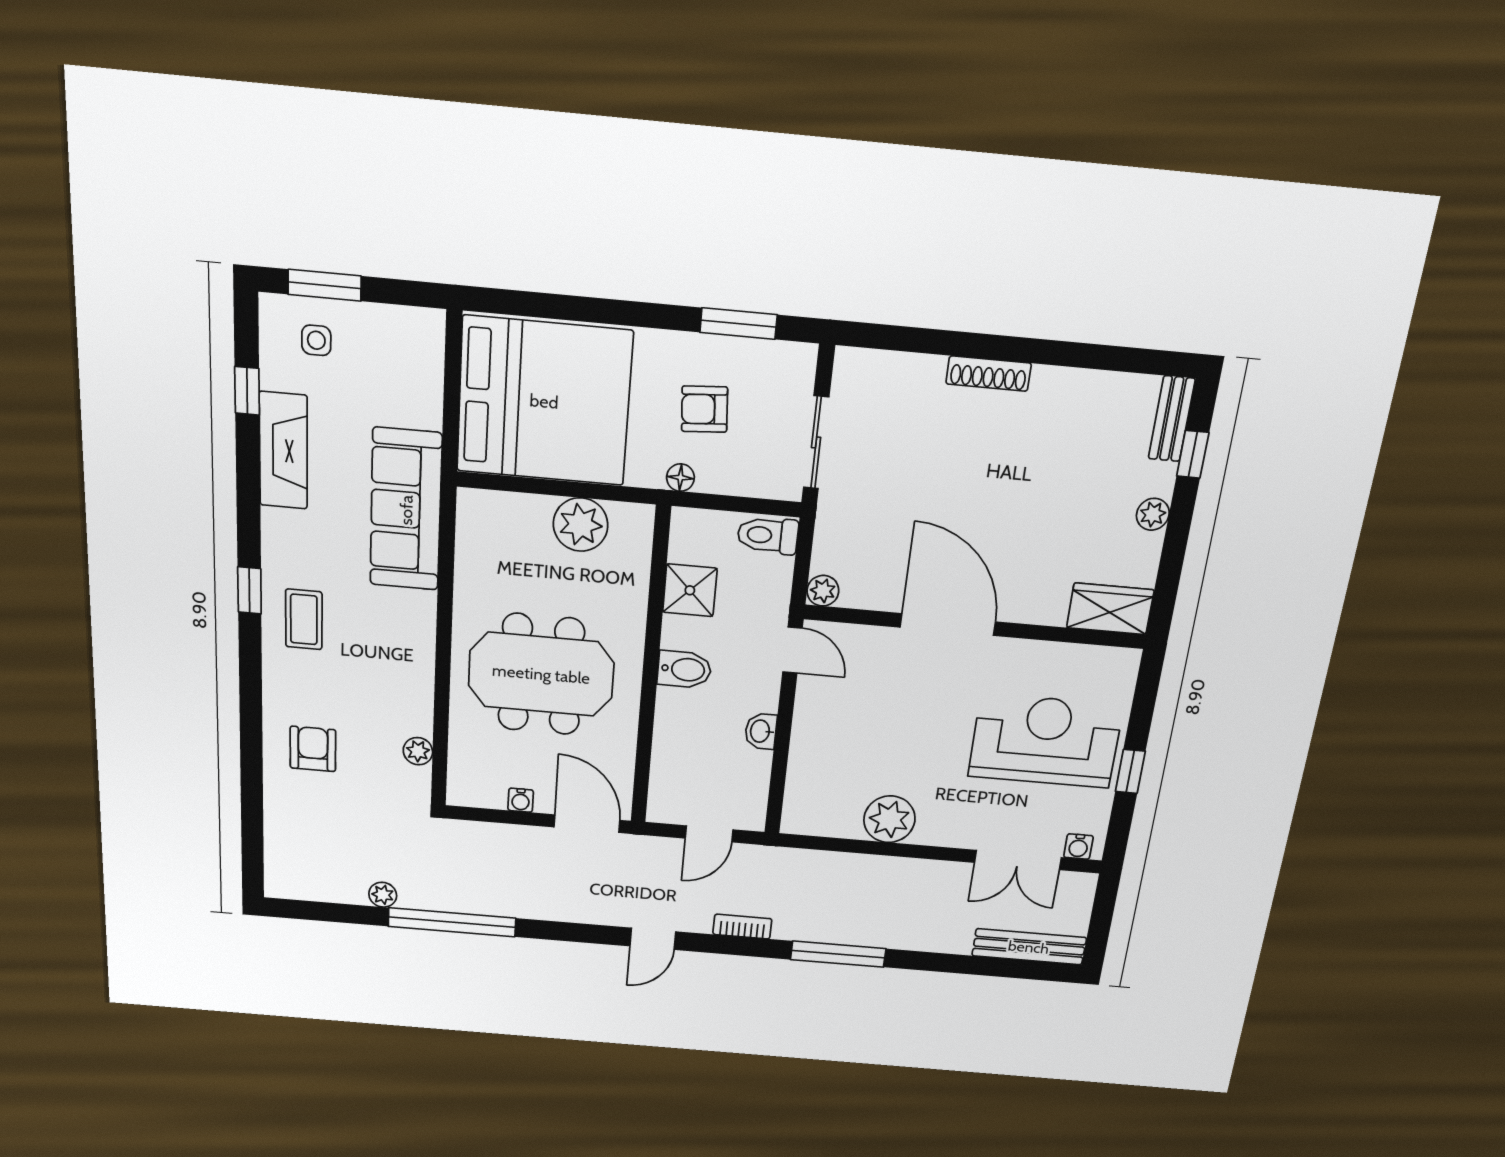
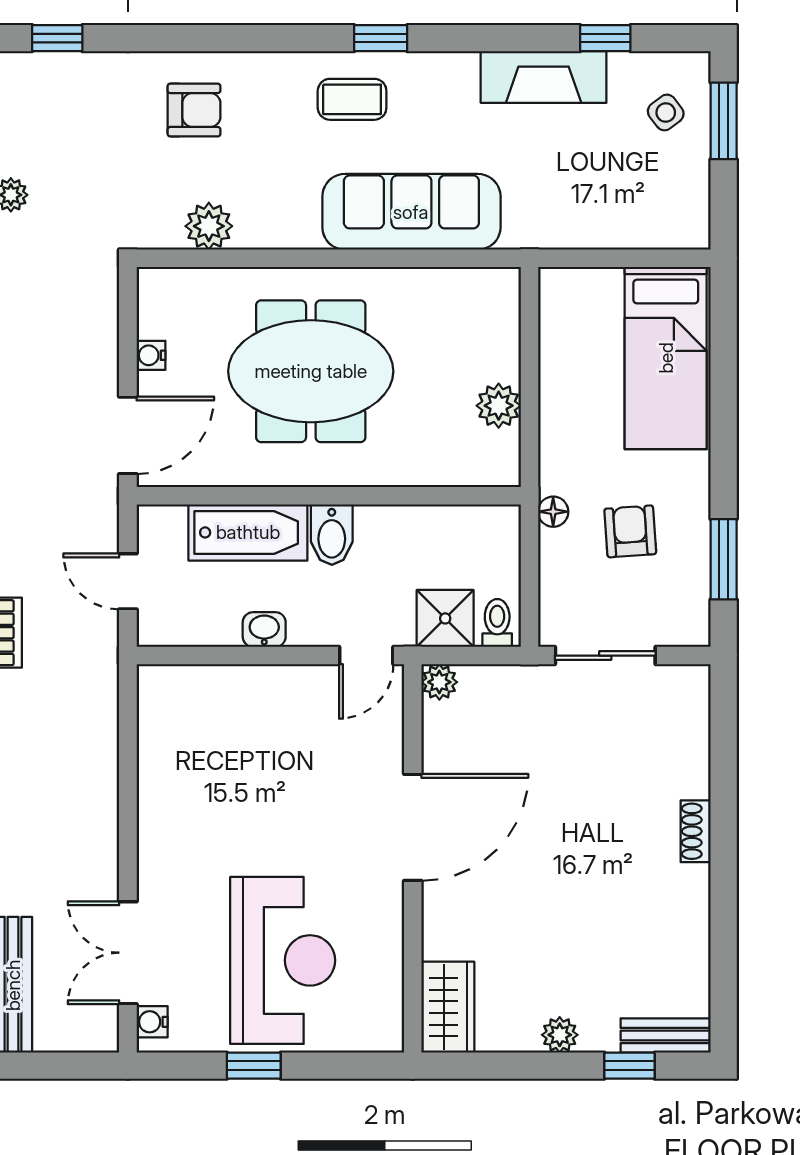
side table: (316, 340) -> (666, 112), turned -37
shoe rack: (989, 374) -> (696, 831), width x0.70
bed: (544, 401) -> (666, 358), width x0.49
sofa: (406, 510) -> (411, 212), moved
plant: (581, 525) -> (499, 406), width x0.73, depth x0.73
toilet: (768, 535) -> (497, 623), width x0.73, depth x0.72
shower: (690, 590) -> (445, 618), moved
meeting table: (541, 674) -> (311, 371), turned 90
bathtub: (677, 737) -> (248, 532), added
plant: (418, 751) -> (209, 226), width x1.38, depth x1.38
plant: (889, 819) -> (167, 793), removed
window: (253, 849) -> (57, 38), added

